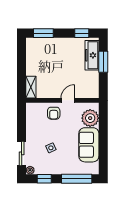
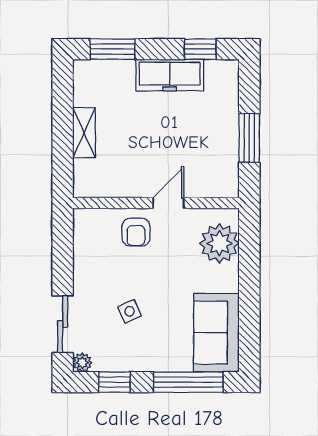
freezer: (92, 55) -> (170, 75), moved, turned -90
window: (103, 62) -> (249, 138), moved
shelving: (31, 87) -> (84, 133), moved
sofa: (89, 145) -> (216, 333), moved

